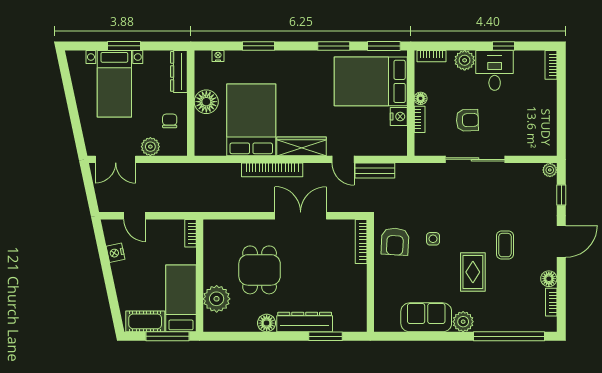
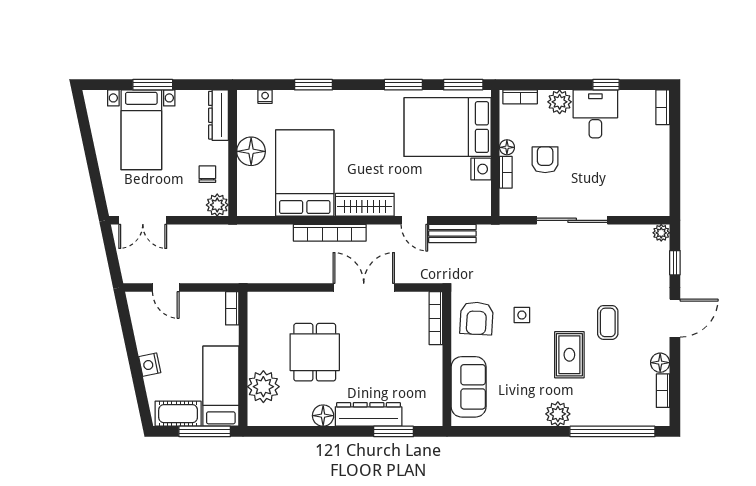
armchair: (467, 120) -> (545, 160), moved, turned -88
plant: (150, 147) -> (217, 205), moved
nightstand: (116, 253) -> (150, 365), moved
sofa: (426, 317) -> (469, 387), moved, turned 90

